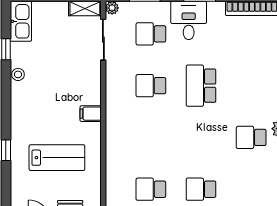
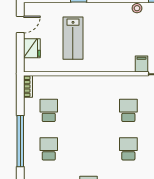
school desk: (201, 86) -> (128, 149), width x0.54
filing cabinet: (91, 114) -> (141, 64), moved

